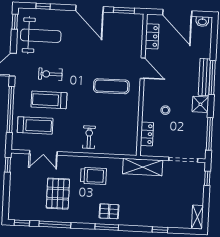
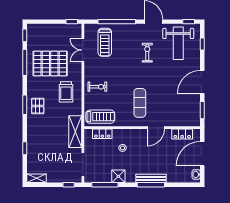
treadmill: (49, 100) -> (100, 117), moved, turned 90
shower: (200, 104) -> (118, 176), moved
pallet: (58, 194) -> (50, 64), width x1.37, depth x1.41

